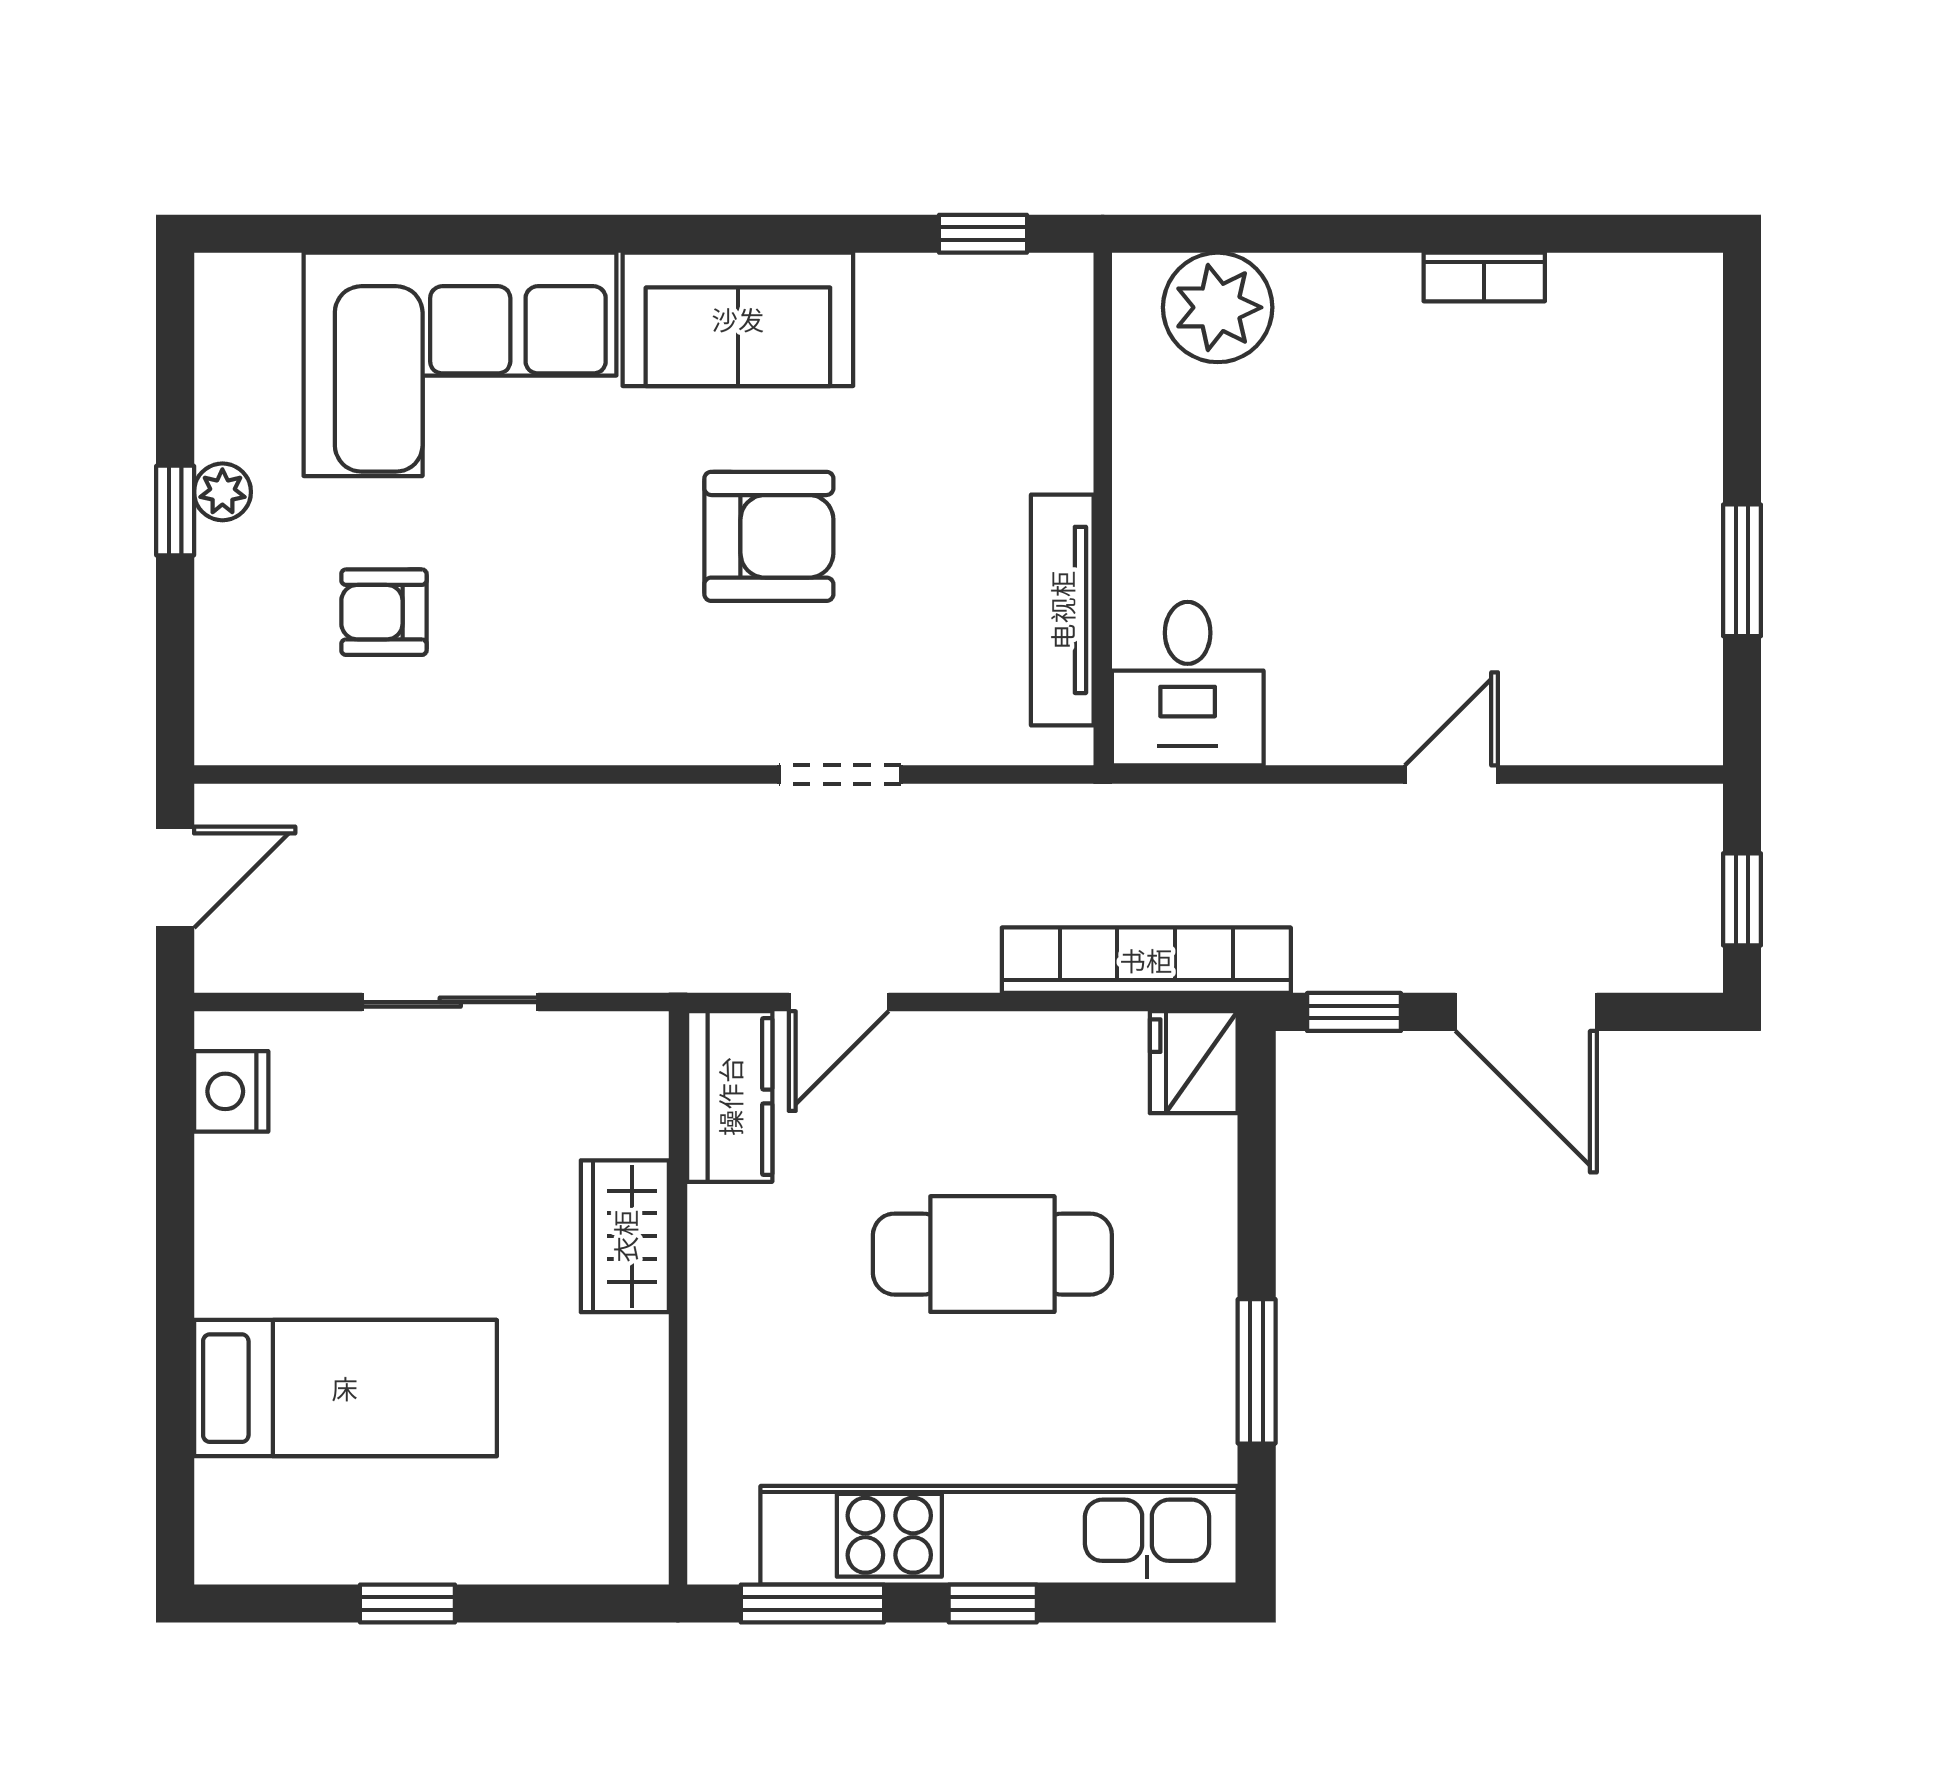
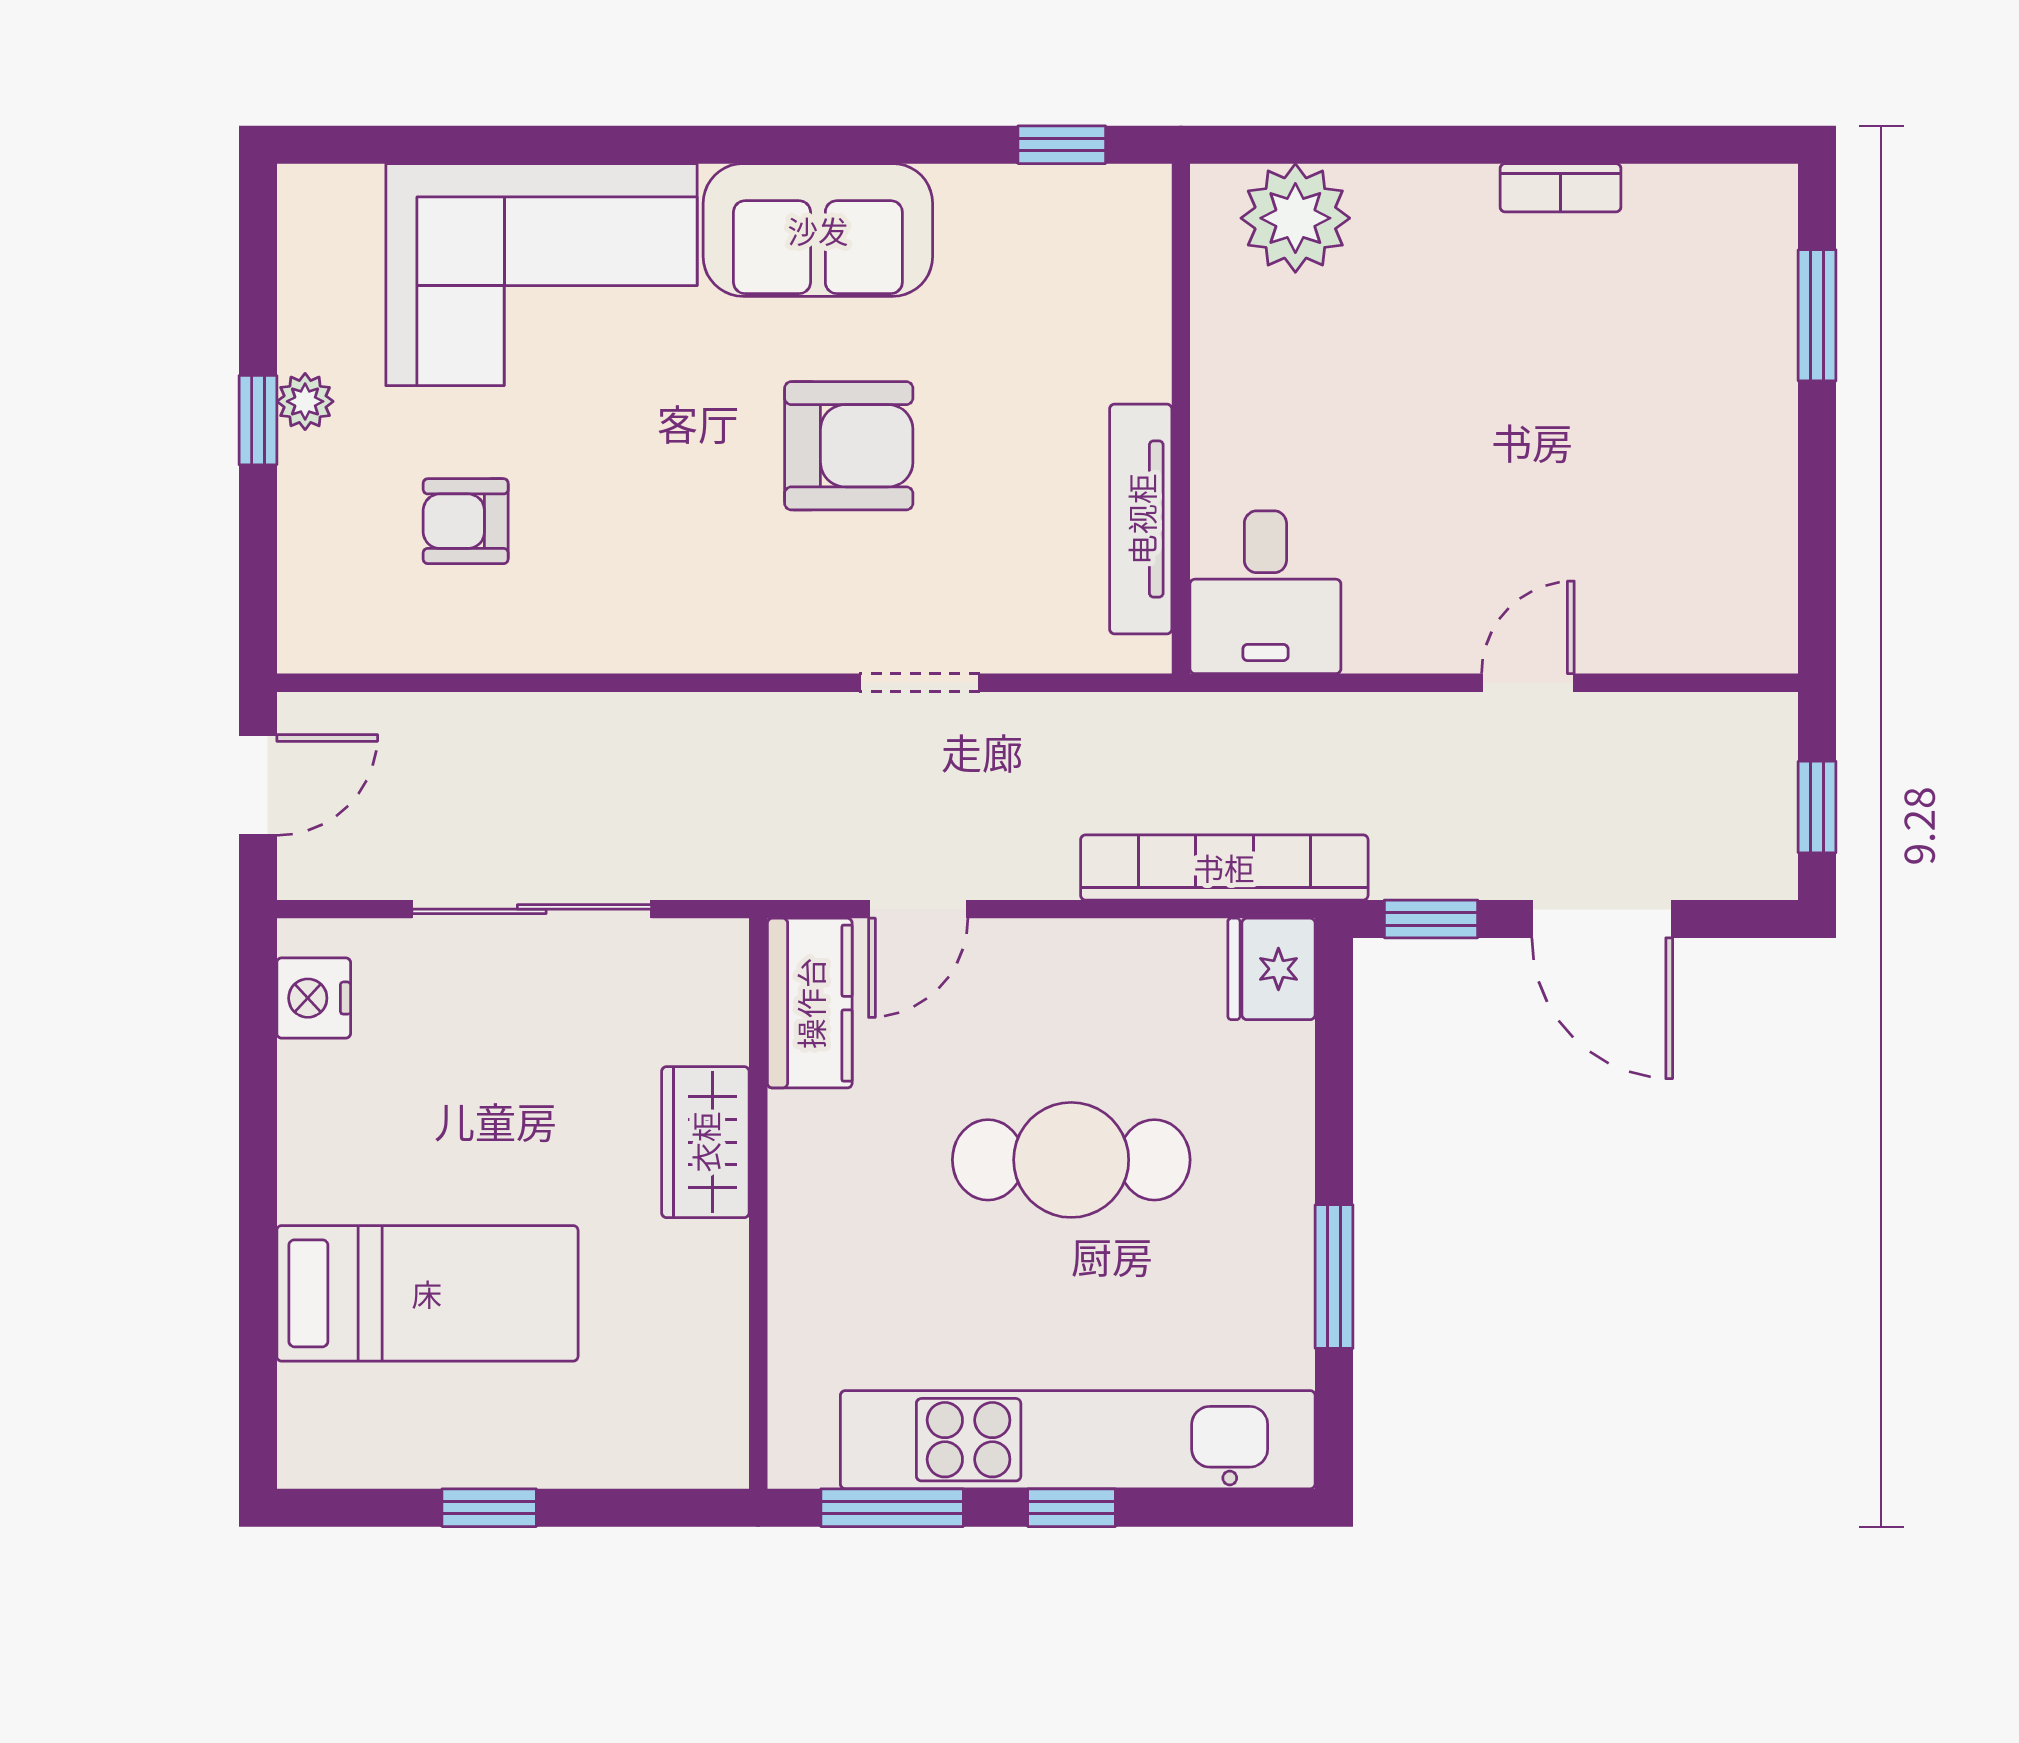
window: (1742, 570) -> (1817, 315), moved
sliding door: (450, 1002) -> (532, 909), width x1.37

